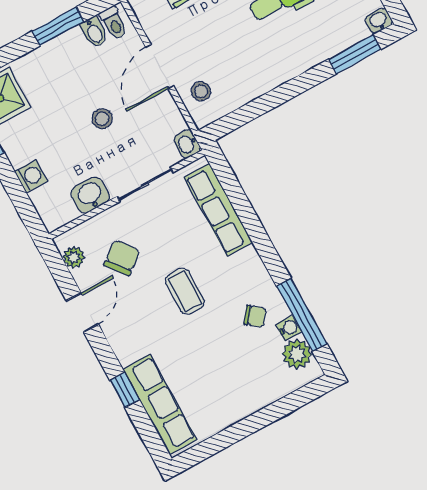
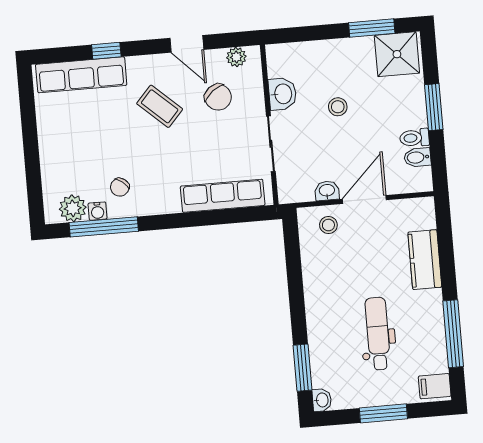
toilet: (114, 23) -> (414, 138), moved
window: (58, 26) -> (434, 107), moved
door: (160, 67) -> (364, 200), hinge flipped
stool: (102, 119) -> (338, 107), moved
washbasin: (187, 144) -> (327, 191), moved
washing machine: (31, 176) -> (320, 51), removed
coffee table: (185, 291) -> (160, 106), moved, turned 42

